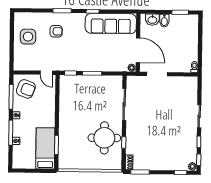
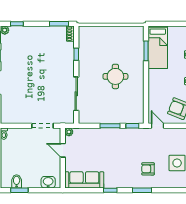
bidet: (164, 21) -> (17, 181), moved
sofa: (111, 24) -> (84, 180), width x0.74, depth x0.79
door: (138, 50) -> (63, 150), width x0.53
round table: (104, 138) -> (115, 76), moved, width x0.73, depth x0.73

